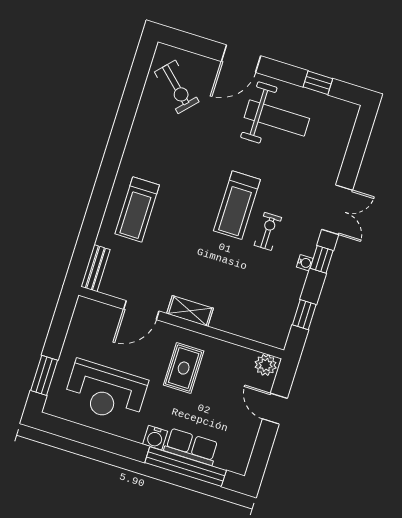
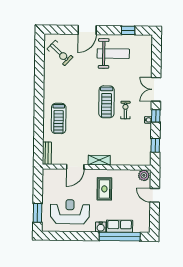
double door: (337, 210) -> (156, 89), swing flipped
reception desk: (106, 392) -> (70, 212), turned 180

